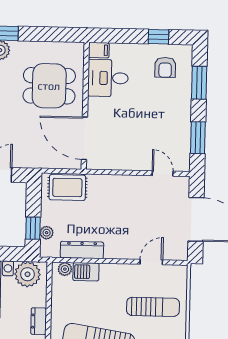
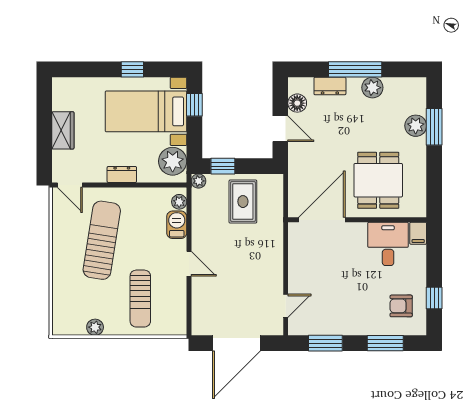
rug: (67, 188) -> (243, 202), moved
plant: (47, 233) -> (198, 181), moved
dresser: (82, 250) -> (200, 220), removed
door: (151, 262) -> (189, 264), moved

